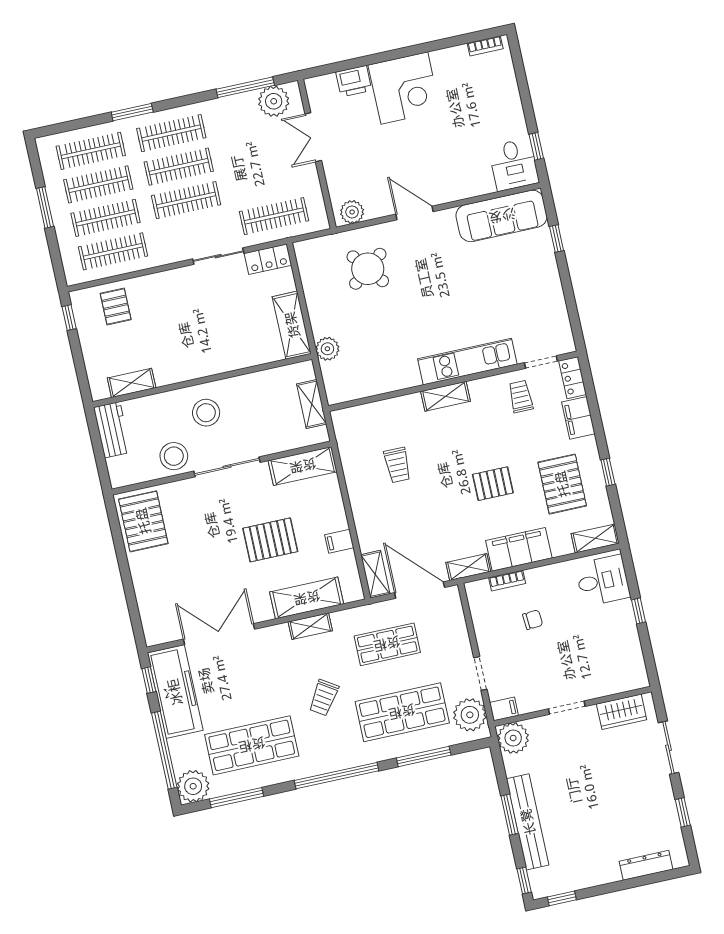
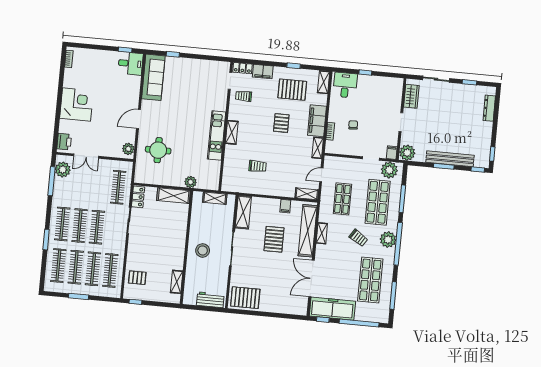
printer: (354, 81) -> (64, 142), moved
round table: (368, 269) -> (158, 150), turned 38
kitchen unit: (467, 362) -> (217, 136), moved
workbench: (112, 430) -> (210, 300), moved
stool: (174, 456) -> (219, 273), removed
door: (420, 590) -> (321, 175), width x0.53
shelving: (307, 598) -> (308, 231), width x1.47
plant: (193, 786) -> (388, 240), moved

